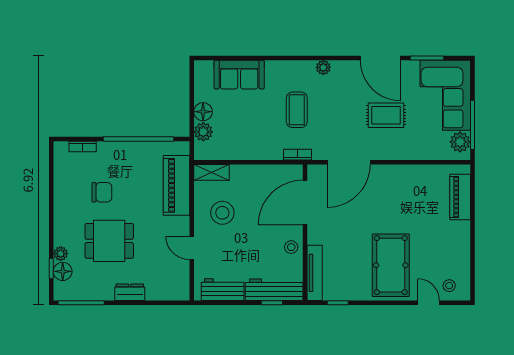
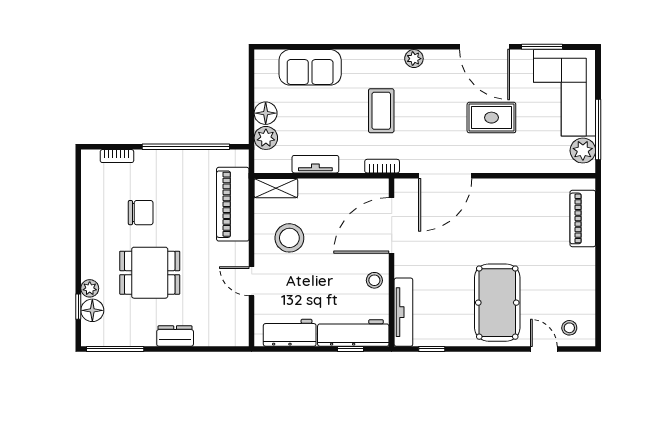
tv unit: (243, 153) -> (315, 164), added

